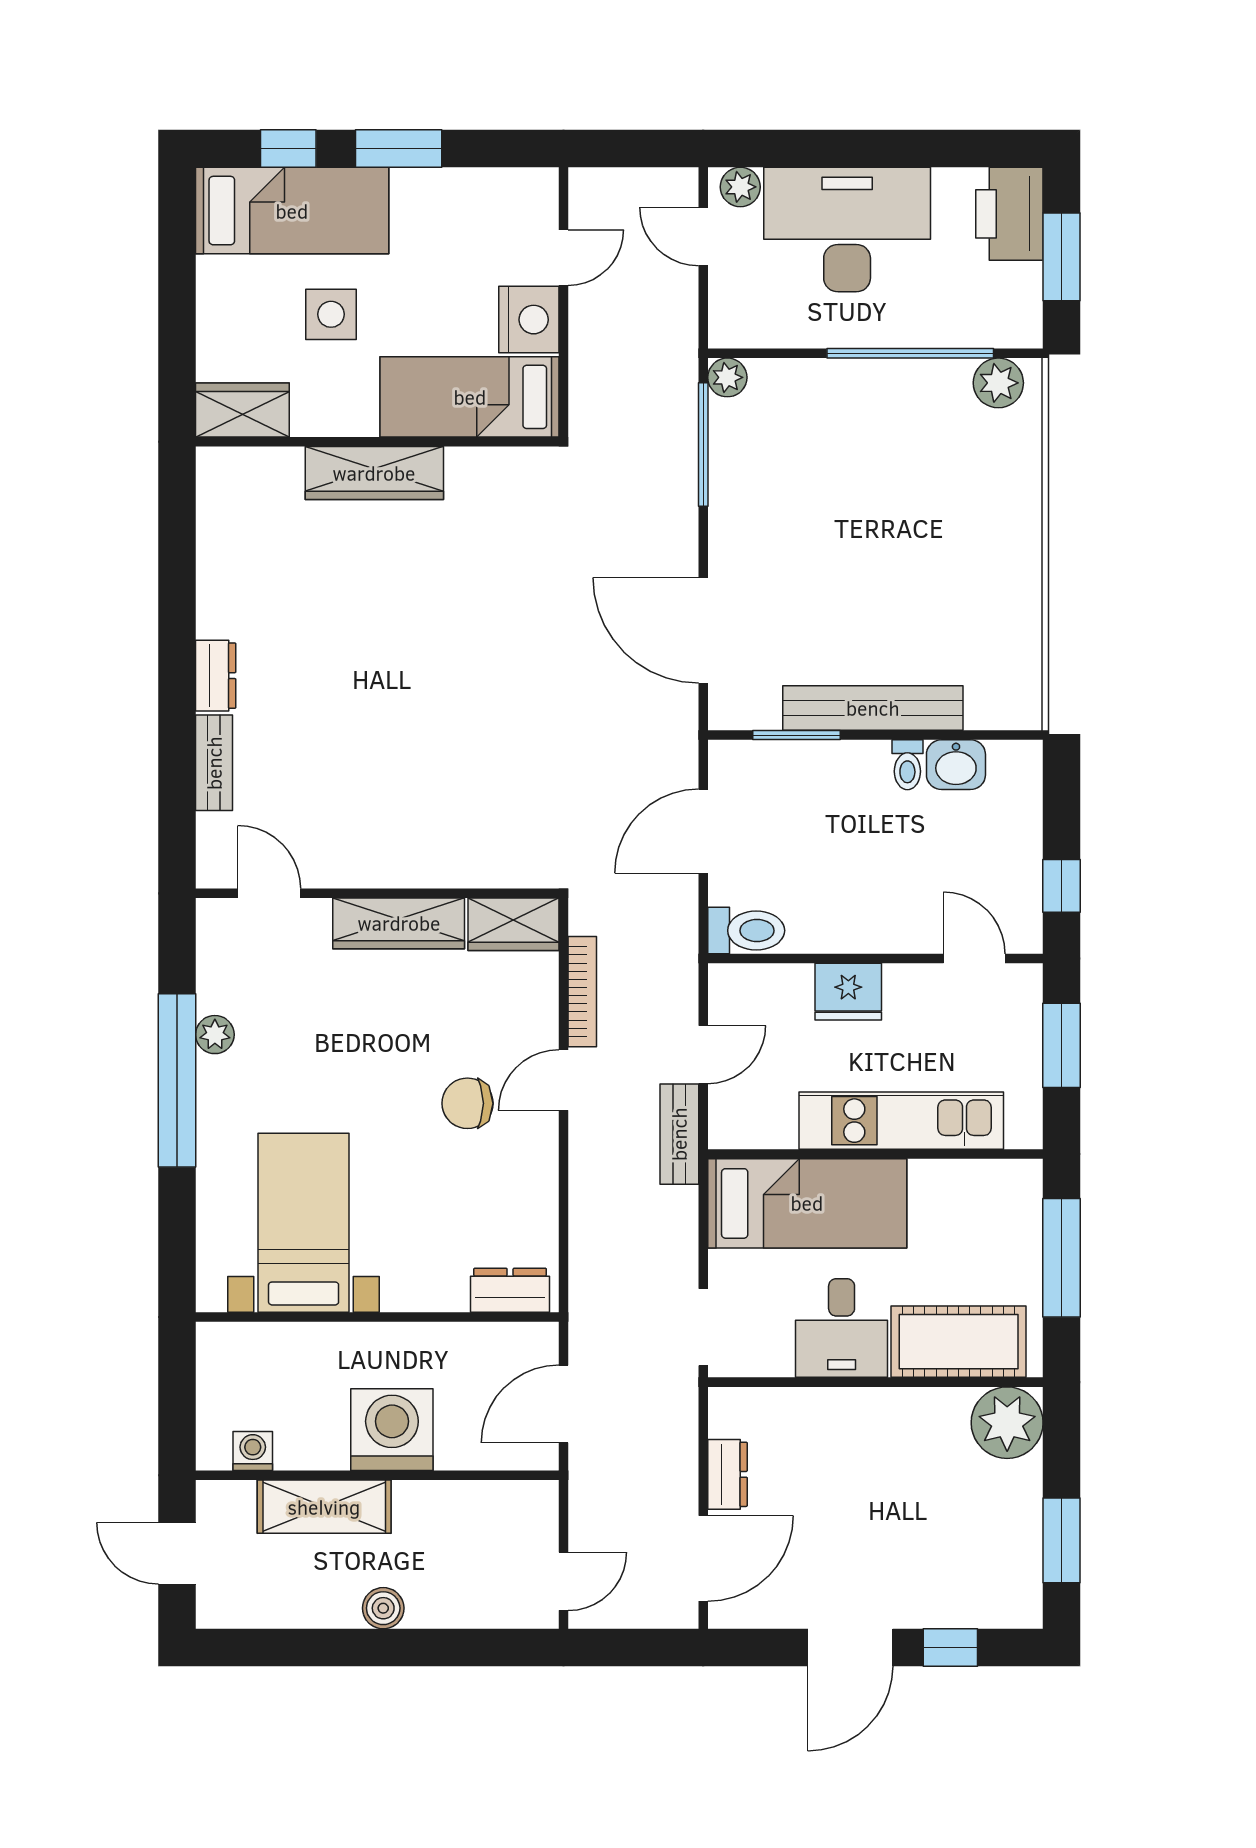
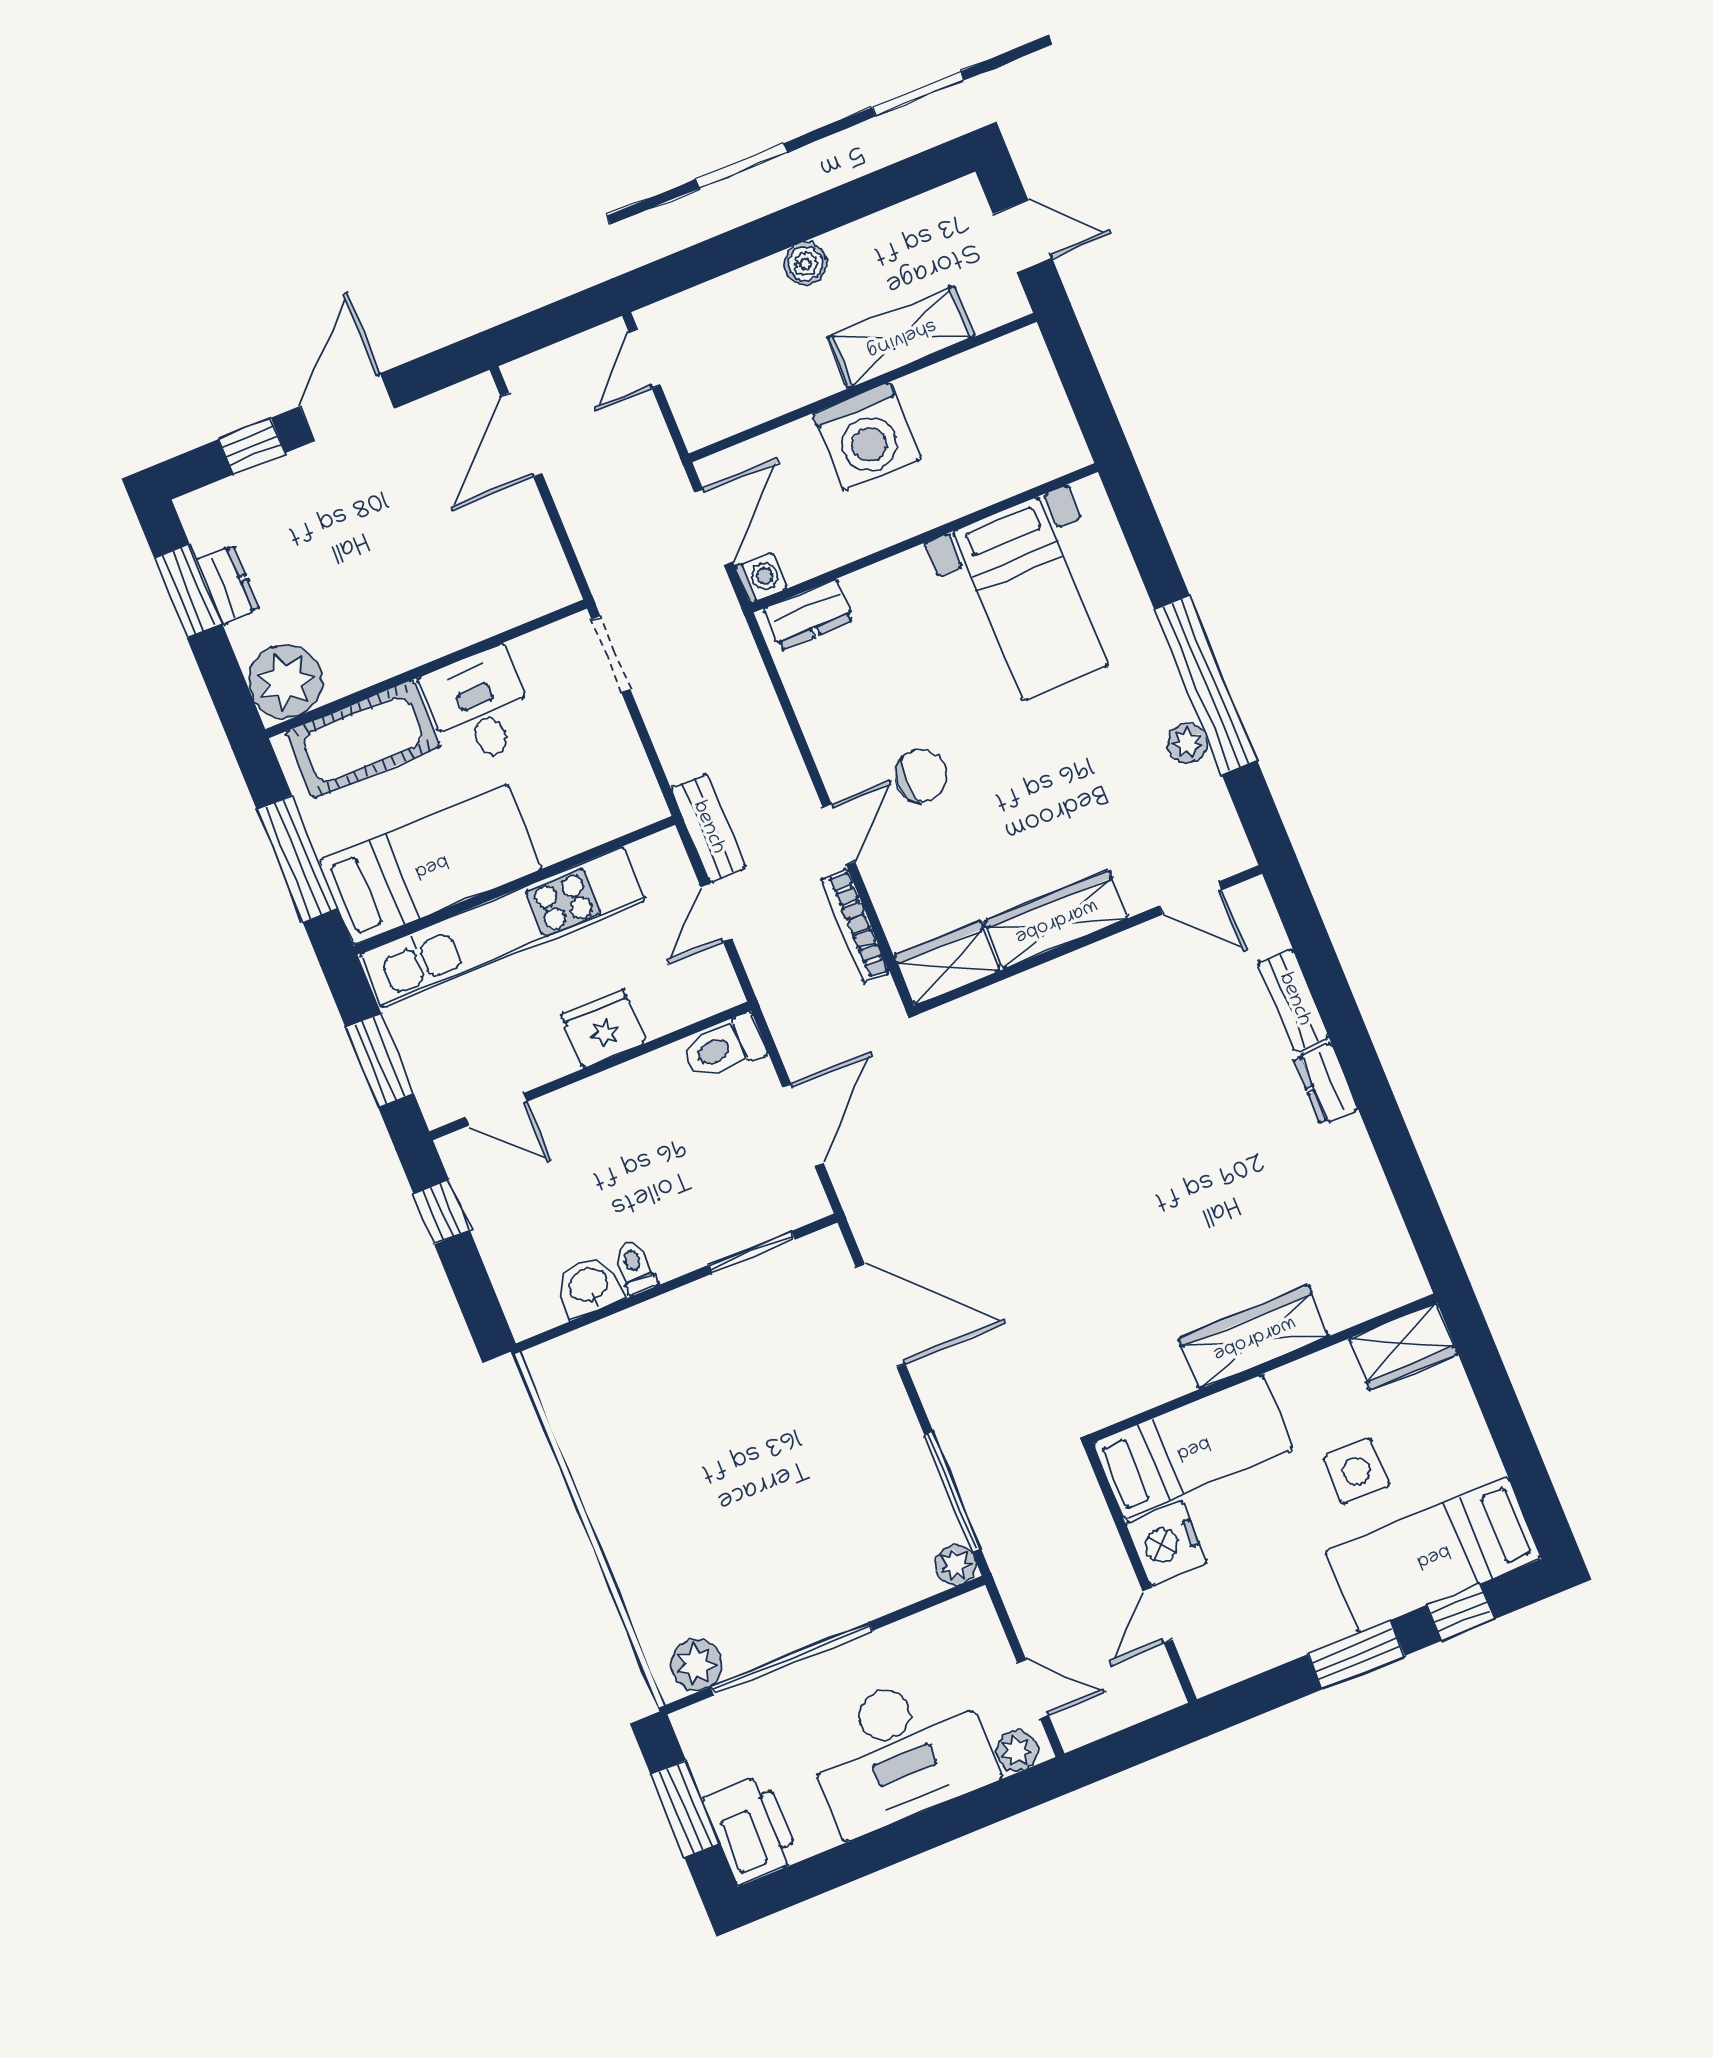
bench: (873, 708) -> (690, 1308), removed
kitchen unit: (901, 1121) -> (503, 927), width x1.36
bed: (807, 1203) -> (431, 865), moved, turned 180
washing machine: (253, 1451) -> (761, 578), moved, turned -90
dresser: (727, 1474) -> (228, 585), moved, turned 180

